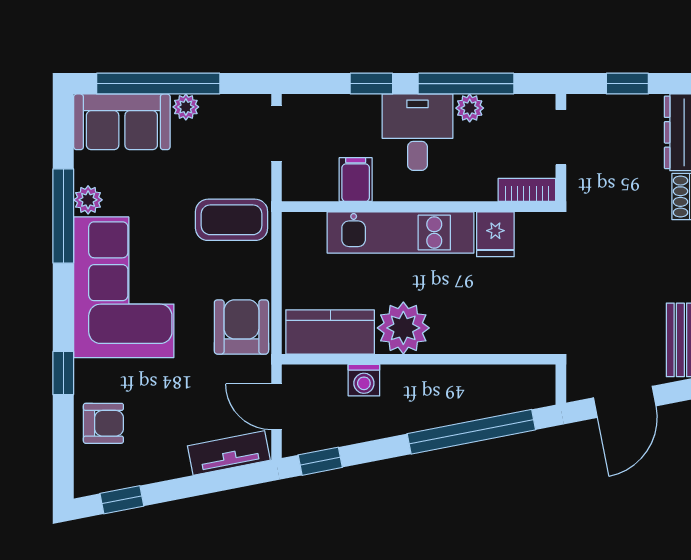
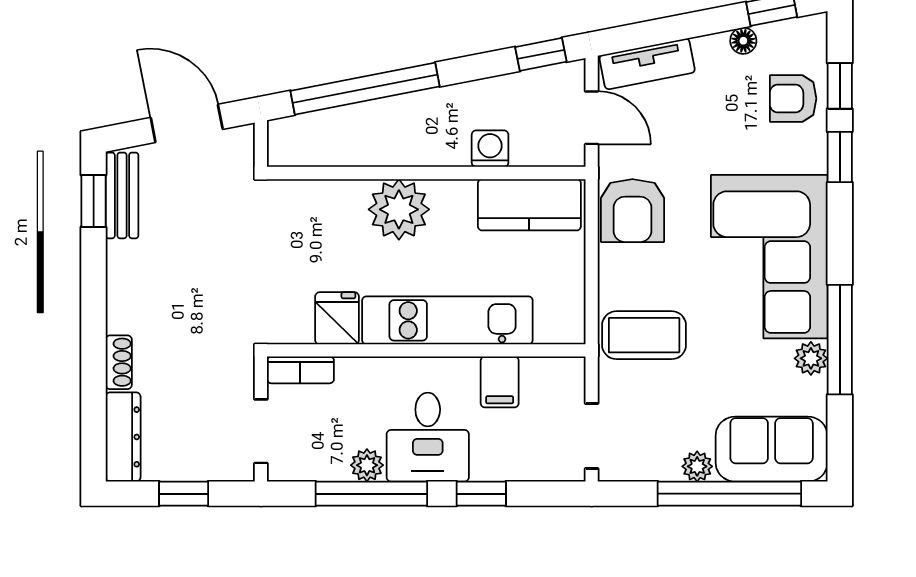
plant: (403, 328) -> (399, 209), moved
door: (625, 402) -> (187, 123), hinge flipped
window: (63, 434) -> (840, 86), added
floor lamp: (146, 473) -> (743, 41), added

